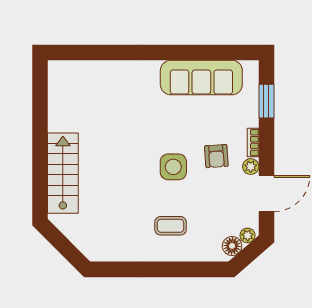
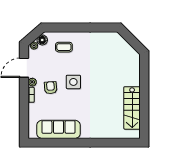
window: (266, 101) -> (24, 117), removed
stairs: (63, 173) -> (132, 108), moved
coffee table: (171, 226) -> (64, 47), moved

